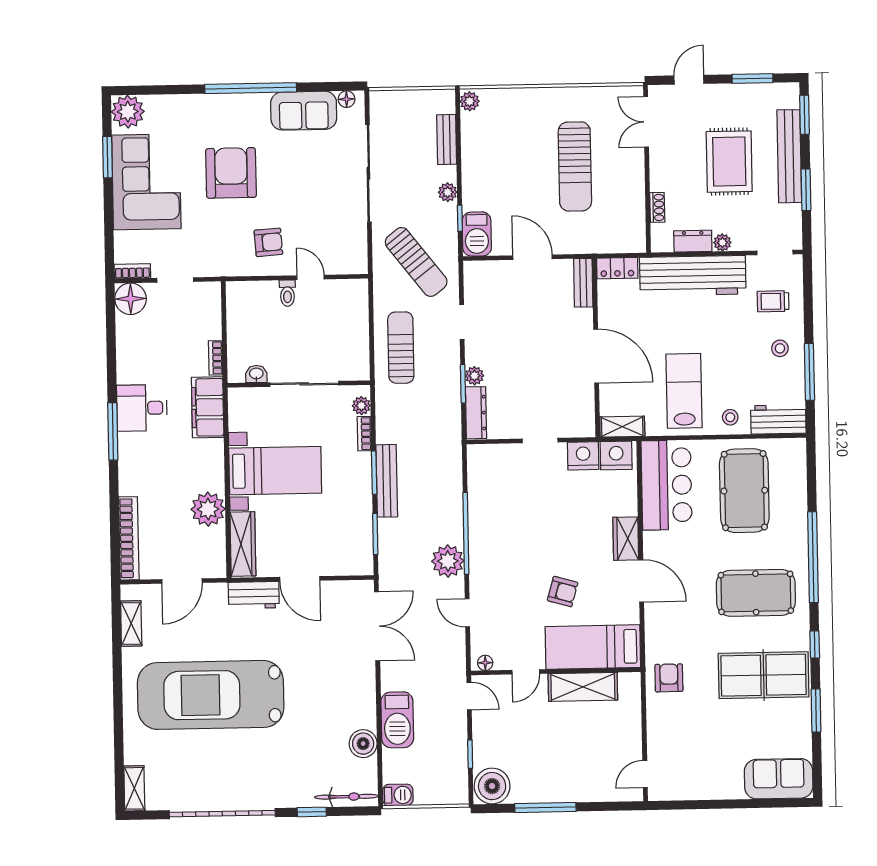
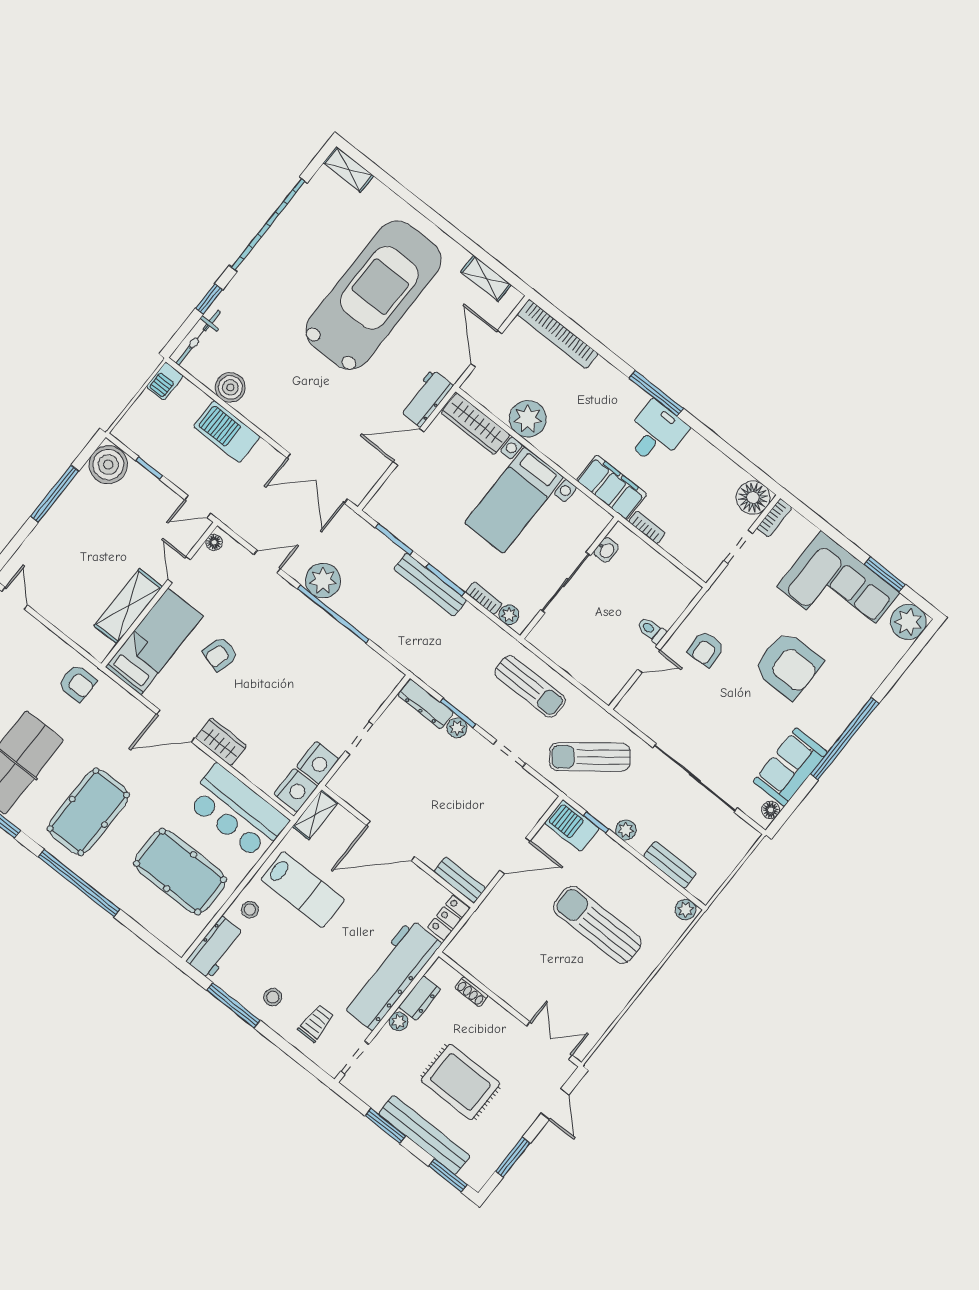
sun lounger: (575, 166) -> (597, 925), moved

